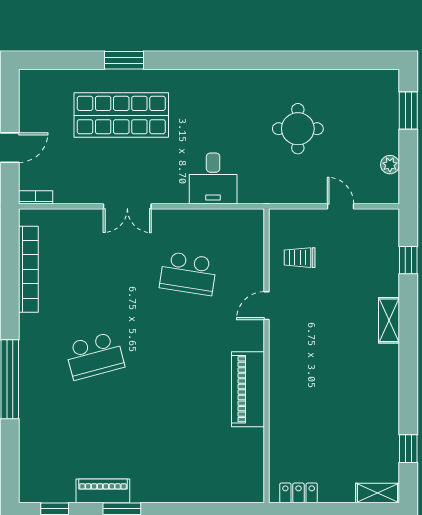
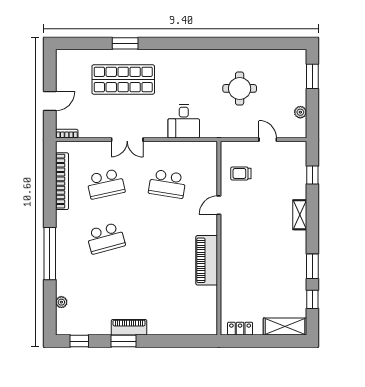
school desk: (95, 273) -> (106, 184), added
window: (408, 398) -> (312, 266), added
plant: (27, 453) -> (61, 302), added
piano: (103, 491) -> (129, 327), moved
shelving: (377, 493) -> (285, 327), width x1.50, depth x1.33

